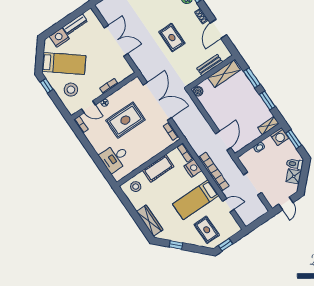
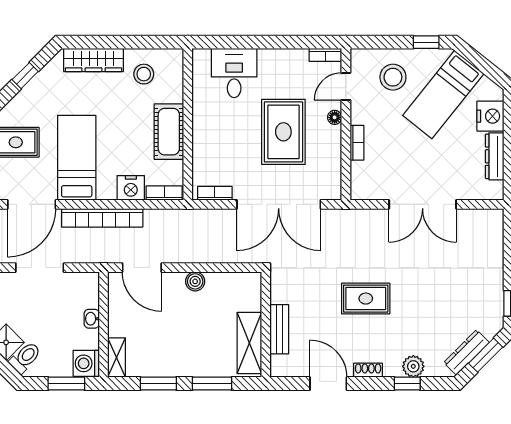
boiler: (198, 91) -> (195, 281), moved
stool: (136, 187) -> (144, 74), moved
door: (228, 205) -> (32, 204), width x1.87

